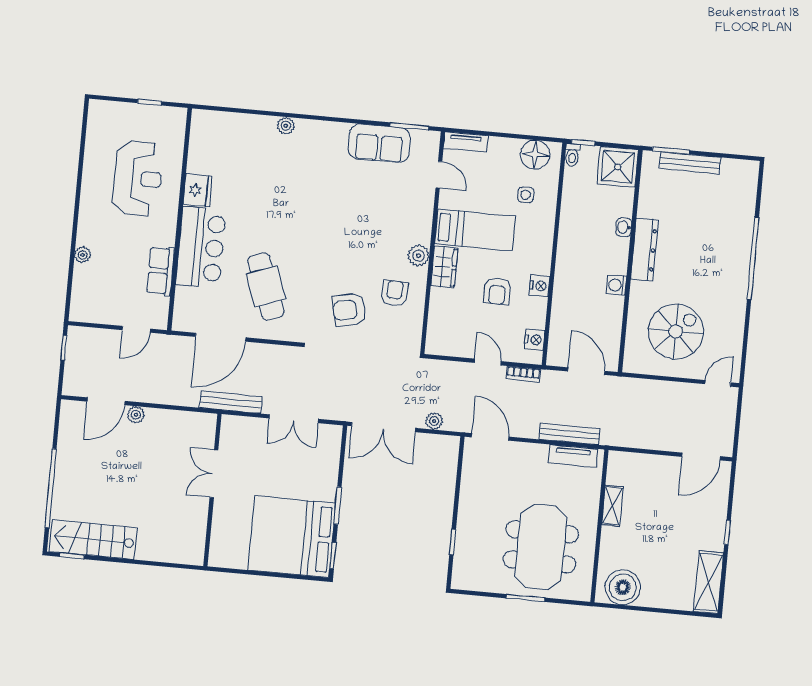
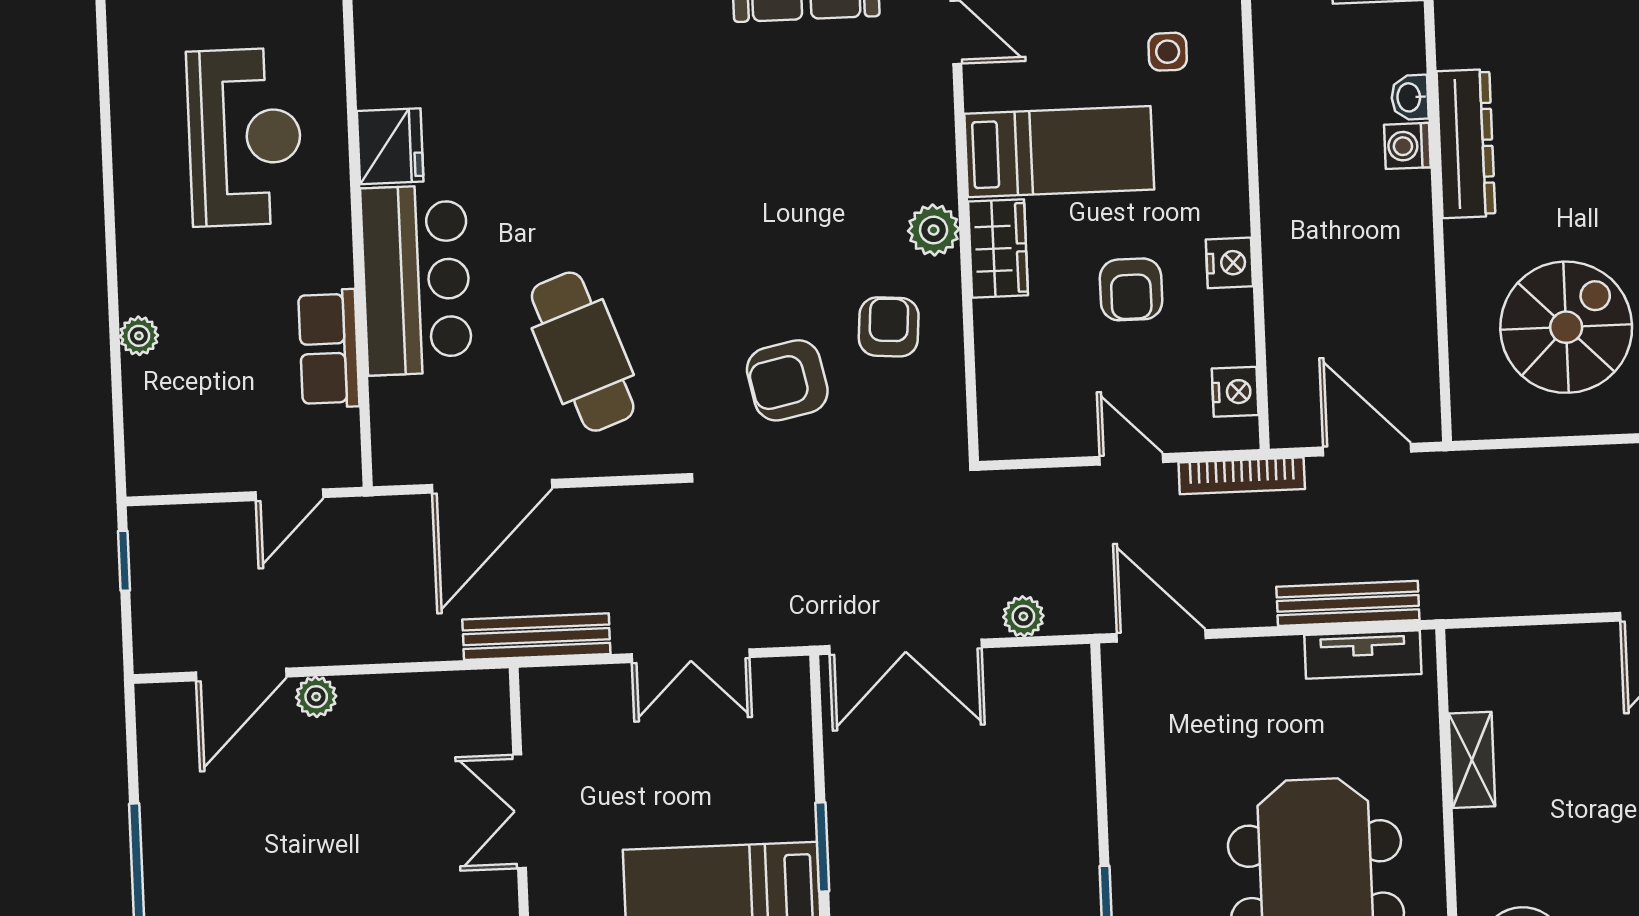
washing machine: (616, 285) -> (1407, 146), moved
bookcase: (523, 374) -> (1242, 476), width x1.56

